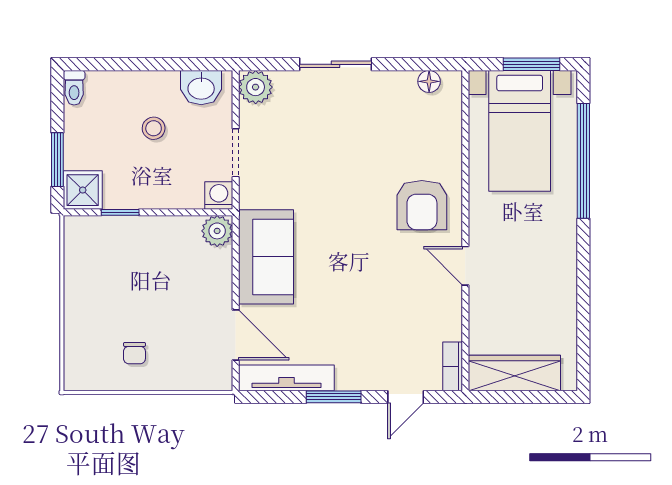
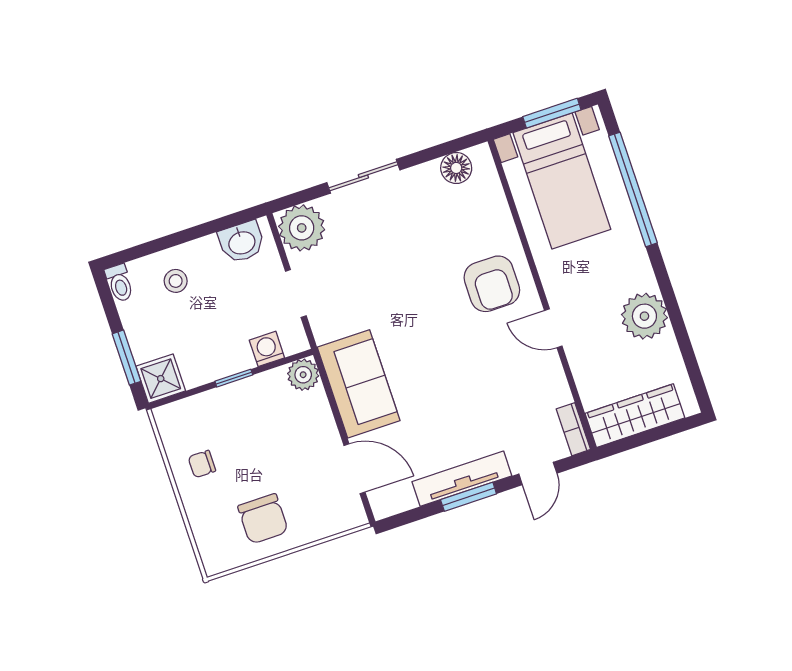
floor lamp: (429, 81) -> (456, 168), width x1.37, depth x1.37
plant: (256, 87) -> (302, 228), width x1.36, depth x1.36
stool: (154, 128) -> (176, 281), moved
washing machine: (219, 196) -> (267, 349), moved
window: (120, 212) -> (234, 378), moved
chair: (95, 283) -> (202, 464), added
plant: (555, 283) -> (644, 316), added
chair: (134, 353) -> (263, 519), width x1.87, depth x1.87
tv unit: (286, 378) -> (462, 479), moved

